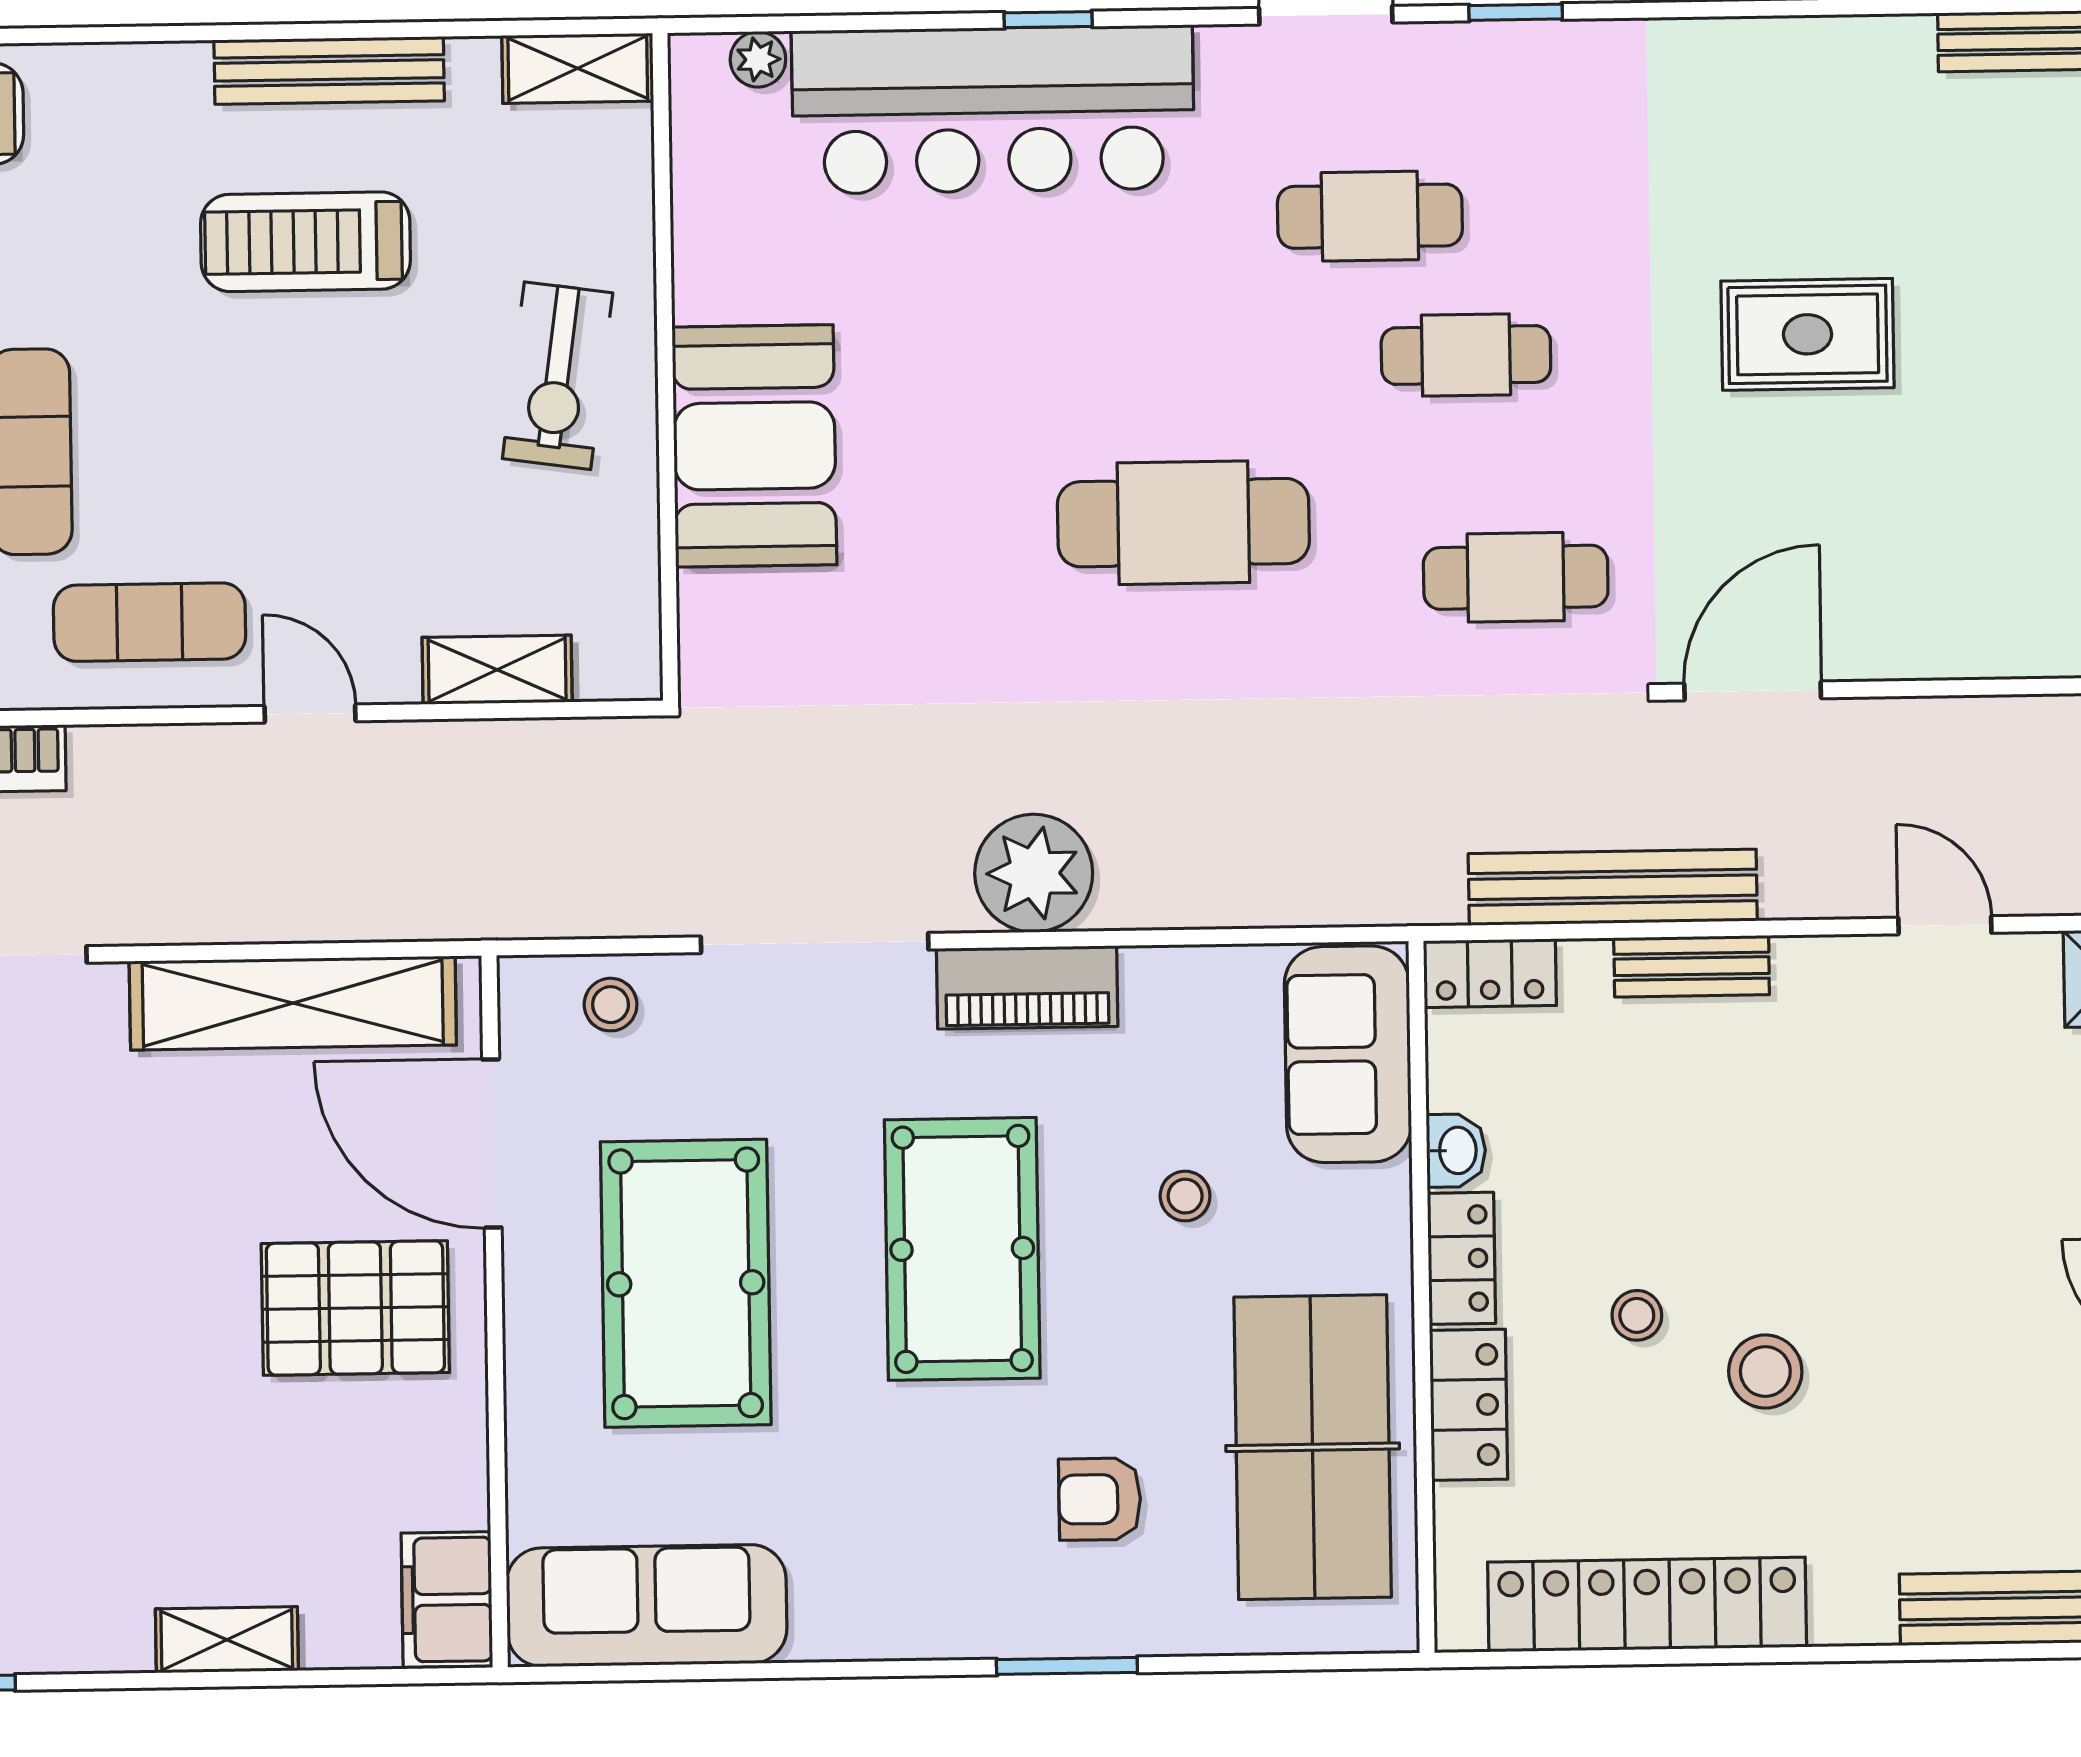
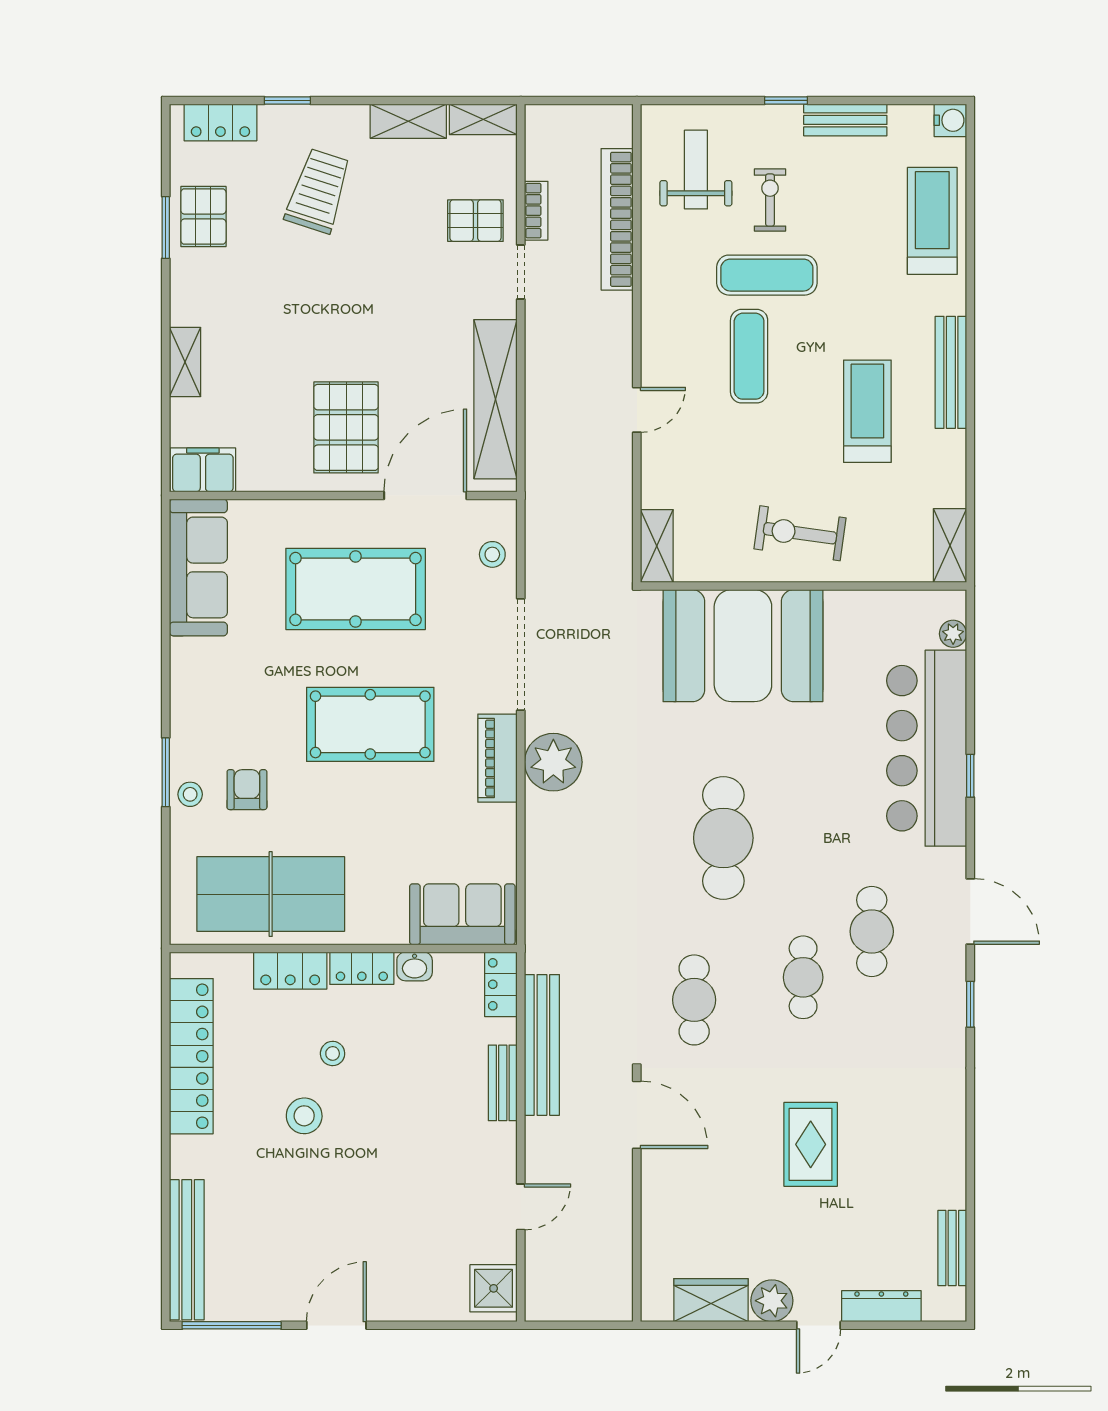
bench: (329, 70) -> (951, 372), moved
booth: (754, 446) -> (743, 646), width x1.36, depth x1.42
exercise mat: (150, 622) -> (749, 356), moved
shelving: (497, 670) -> (657, 546), moved
stool: (1185, 1196) -> (190, 794), moved

